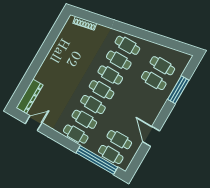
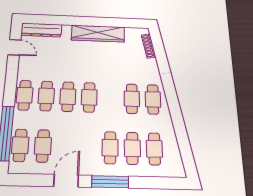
wardrobe: (55, 56) -> (98, 34), added
cafe table: (110, 75) -> (110, 148), moved
window: (178, 90) -> (110, 182), moved

